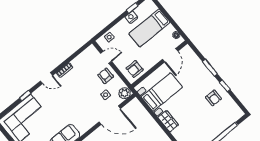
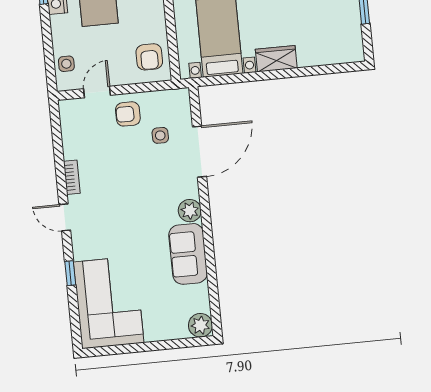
door: (46, 78) -> (65, 217), swing flipped
plant: (125, 93) -> (190, 211), moved

